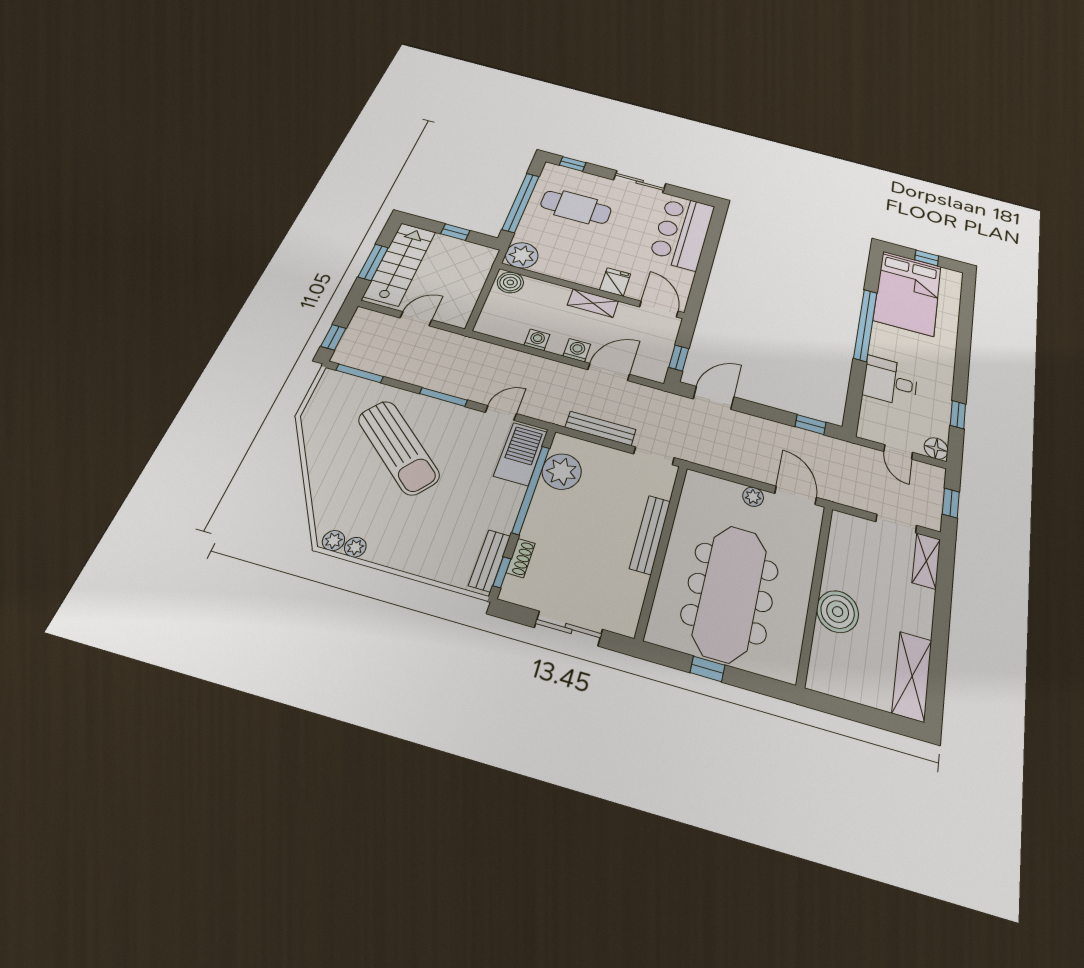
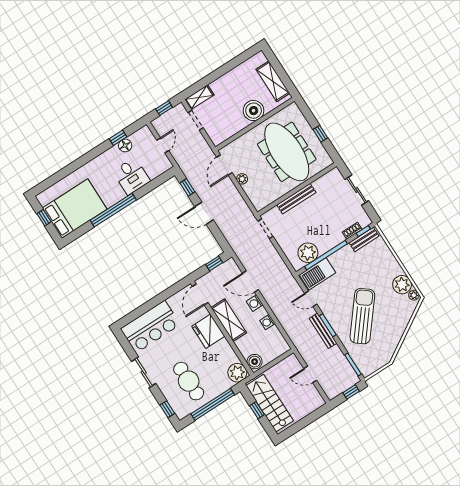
window: (373, 262) -> (306, 421), removed
stairs: (400, 264) -> (270, 403), moved, turned 90
fridge: (615, 282) -> (208, 331), width x1.88, depth x1.34
shelving: (593, 303) -> (229, 320), width x1.50, depth x1.33
door: (714, 398) -> (204, 213), moved
bench: (601, 428) -> (323, 331), moved
floor lamp: (936, 448) -> (125, 145), moved
plant: (355, 547) -> (402, 285), width x1.88, depth x1.88
meeting table: (730, 592) -> (287, 152), turned 90
shelving: (912, 676) -> (273, 81), moved, turned 90

